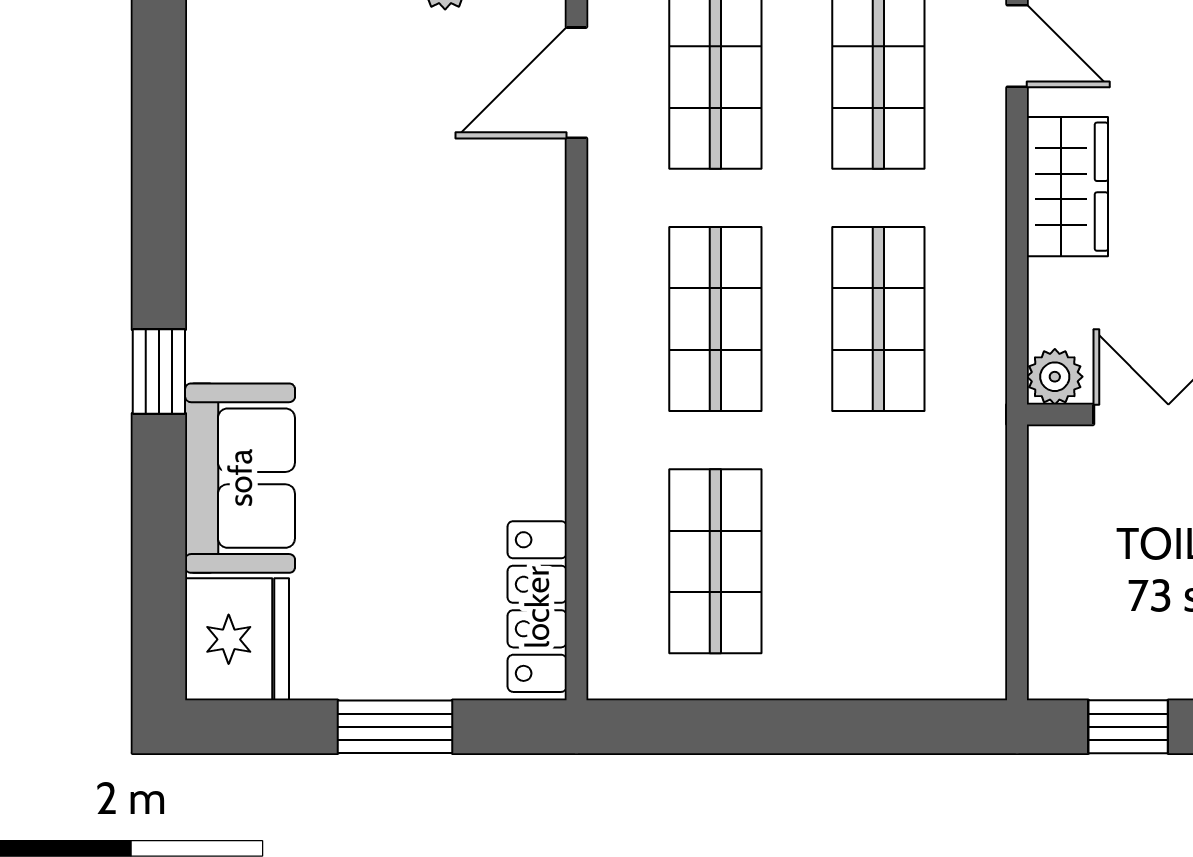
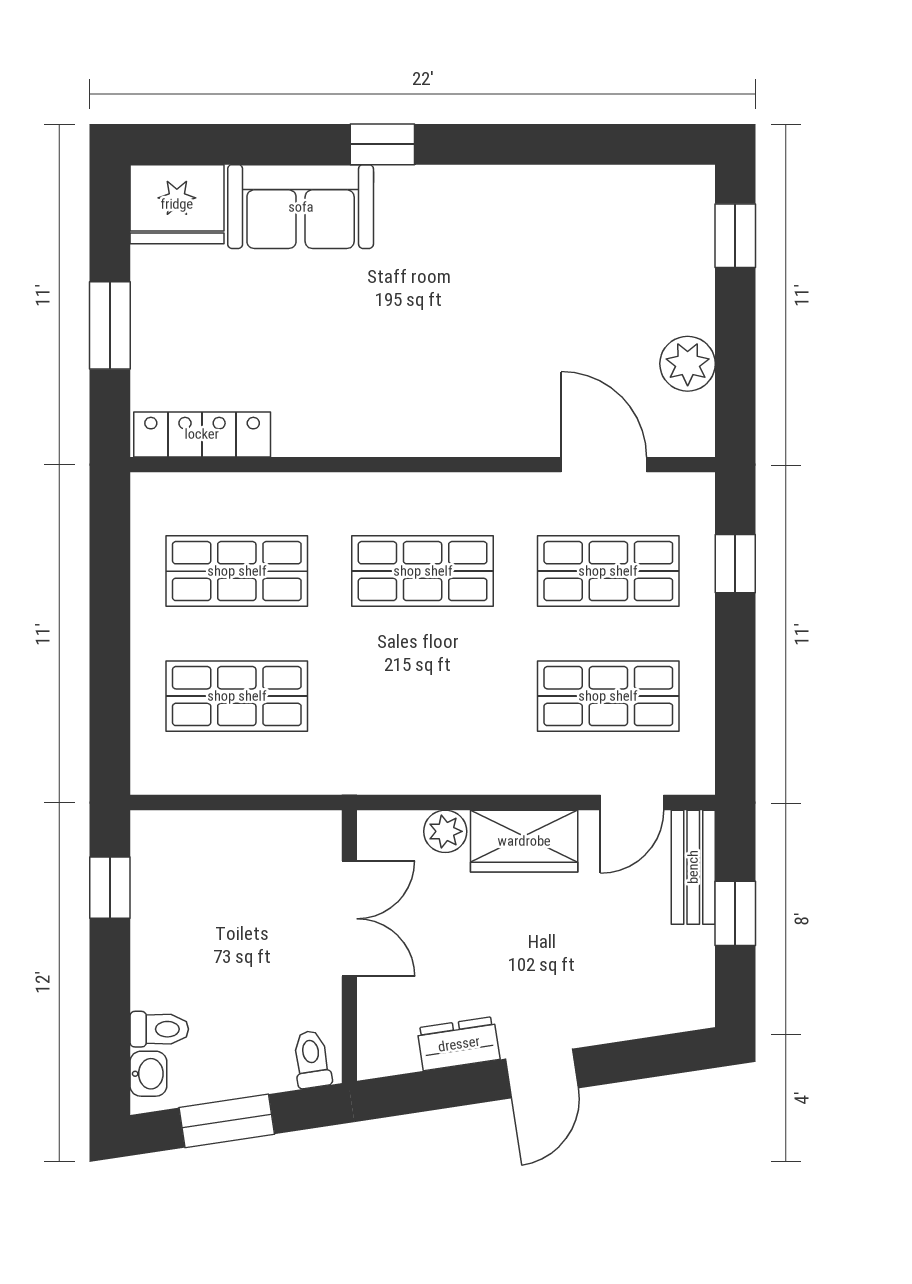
shop shelf: (878, 319) -> (237, 696), moved
plant: (1055, 377) -> (445, 831), moved

